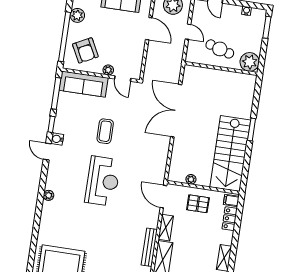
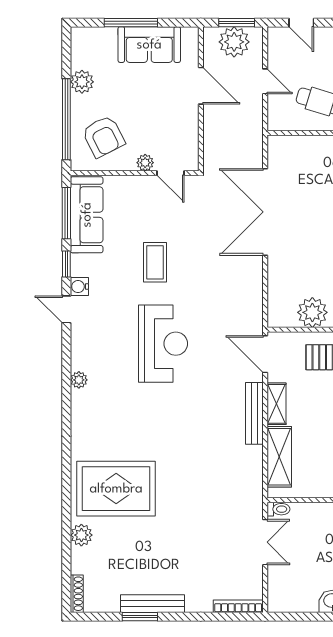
sofa: (84, 84) -> (87, 215), moved, turned -90
plant: (191, 179) -> (312, 312), width x1.87, depth x1.87
bench: (149, 247) -> (254, 413), moved

